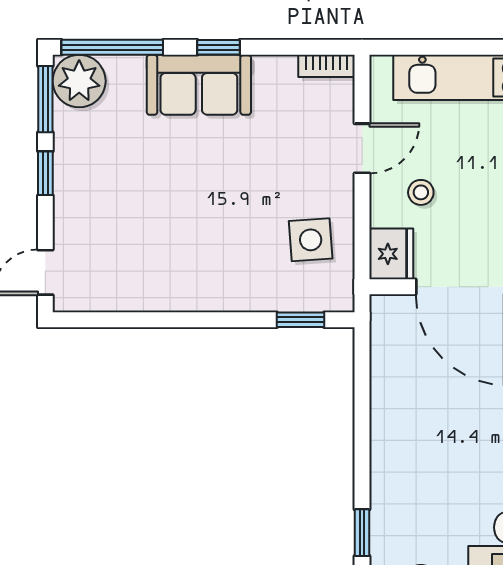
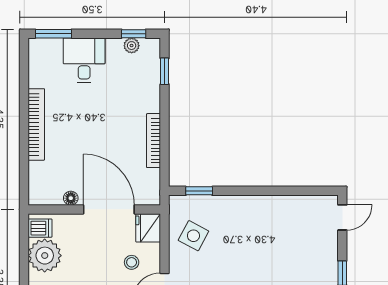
side table: (311, 240) -> (193, 236), turned 32
bookcase: (382, 409) -> (154, 141), added

